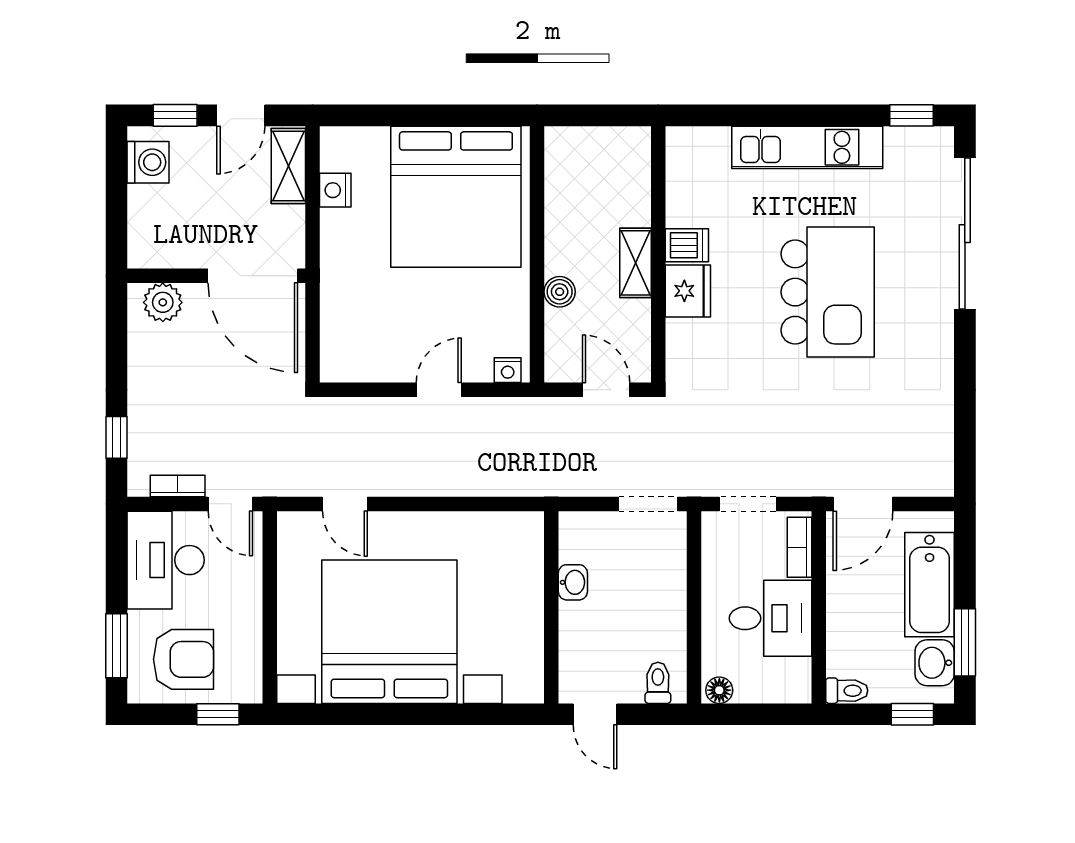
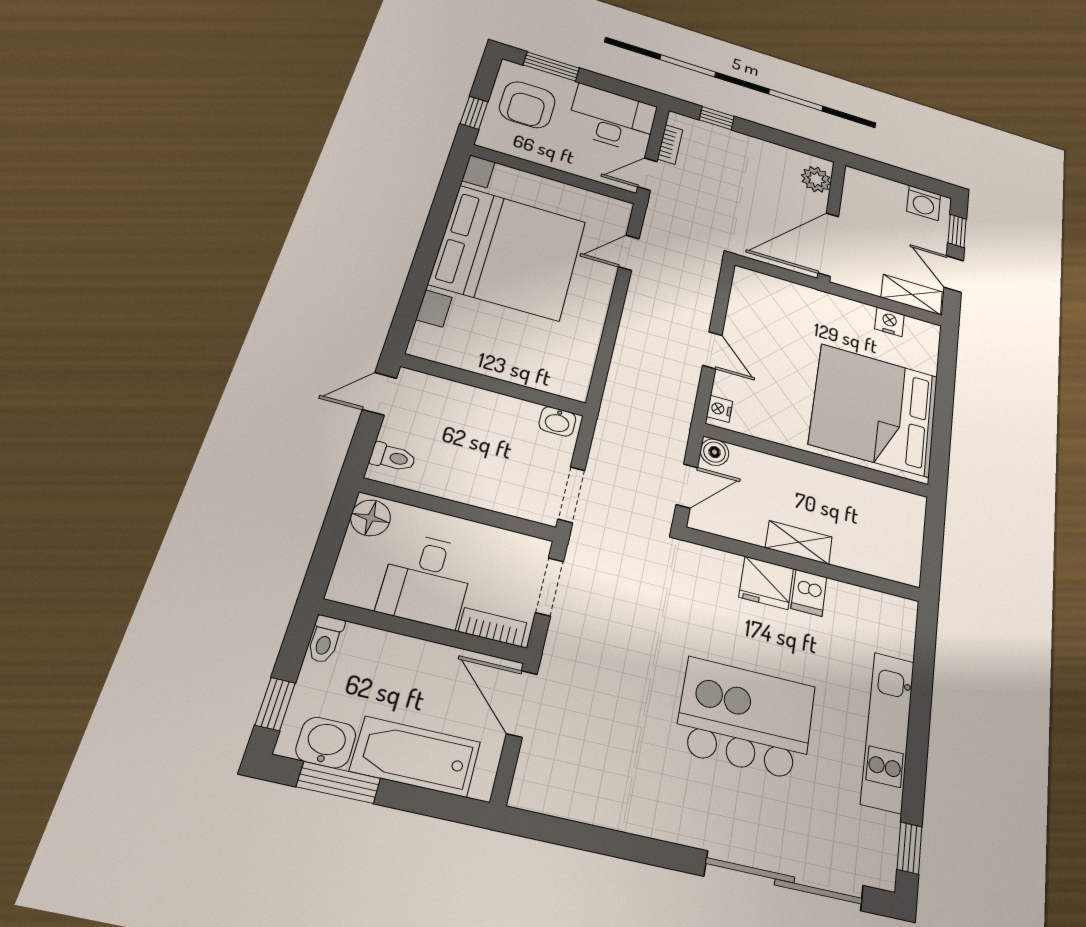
boiler: (560, 292) -> (715, 452), moved
kitchen island: (828, 292) -> (745, 718), turned 180
washbasin: (573, 582) -> (557, 421), moved
floor lamp: (719, 690) -> (371, 518), width x1.37, depth x1.37

